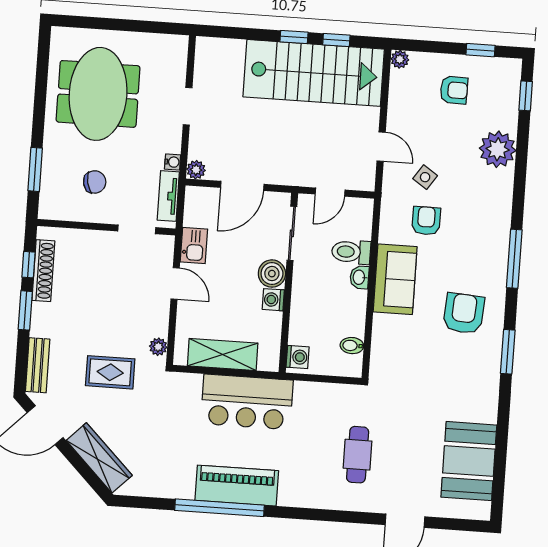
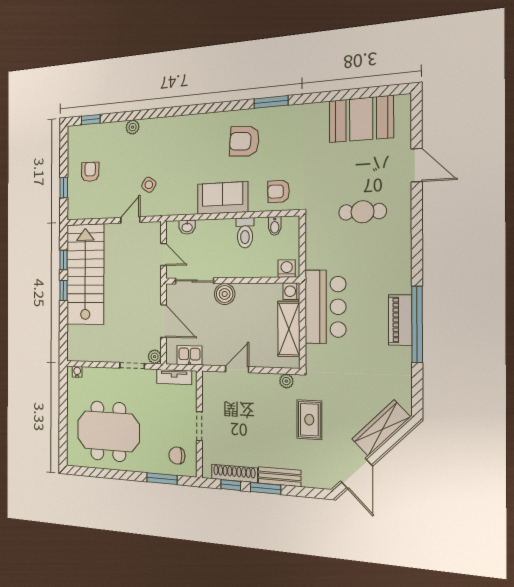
window: (480, 50) -> (64, 188), moved
plant: (400, 59) -> (73, 213), removed
doorway: (188, 106) -> (132, 366), moved
plant: (498, 149) -> (133, 127), width x0.53, depth x0.53
water cooler: (173, 162) -> (77, 372), moved
chair: (95, 182) -> (177, 456), moved, turned -78
armchair: (426, 221) -> (279, 191), moved
doorway: (137, 229) -> (199, 426), moved
kitchen sink: (194, 245) -> (189, 355), moved
toilet: (351, 252) -> (245, 233), moved
window: (514, 259) -> (202, 109), removed
washbasin: (359, 277) -> (187, 227), moved
washing machine: (273, 300) -> (291, 291), moved, turned 90
bench: (38, 365) -> (280, 477), moved
piano: (237, 486) -> (400, 320), width x0.73, depth x0.75

